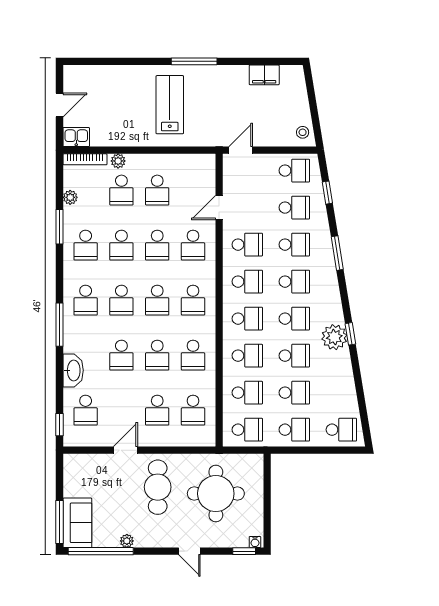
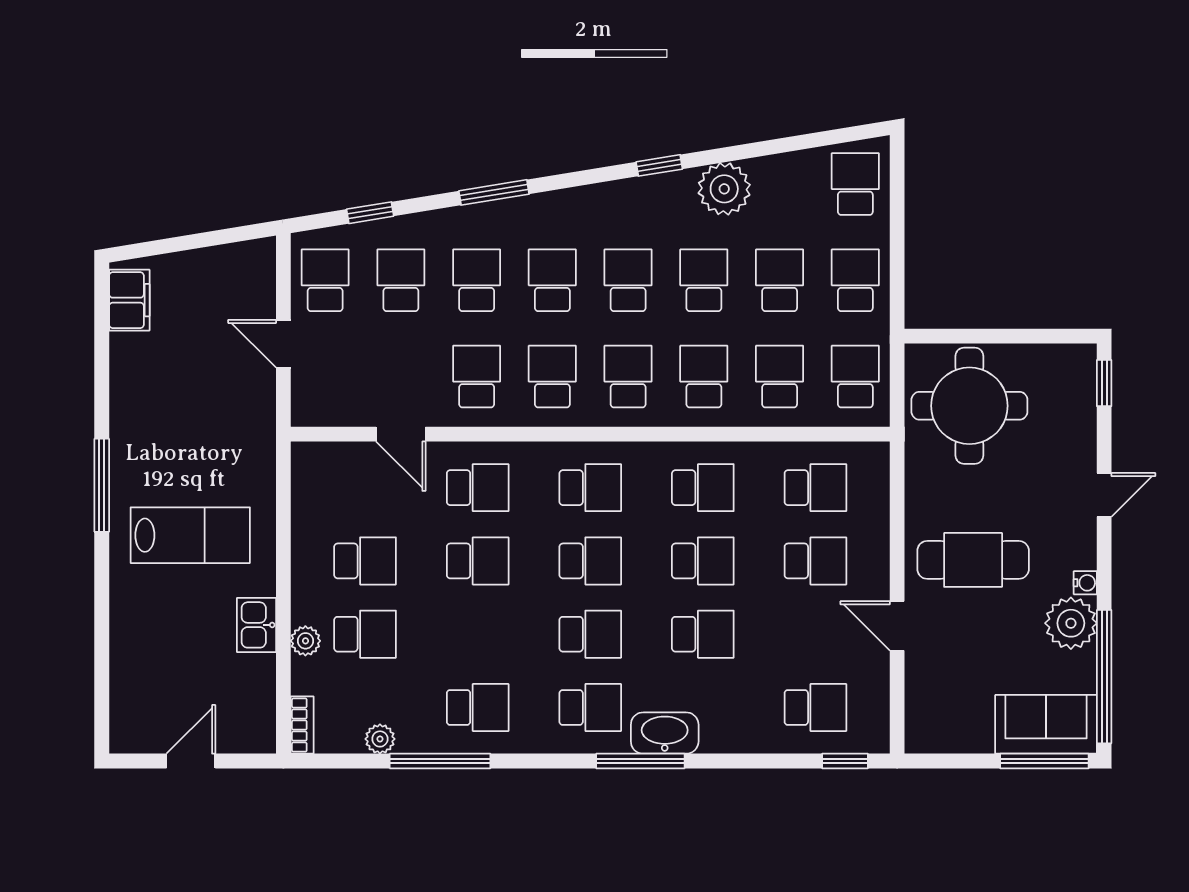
filing cabinet: (264, 75) -> (129, 300), moved
door: (59, 105) -> (191, 761), hinge flipped
lab bench: (170, 105) -> (190, 535), turned 180
stool: (303, 132) -> (247, 263), removed
kitchen sink: (76, 137) -> (256, 625), moved
door: (241, 150) -> (283, 344), moved
bookcase: (85, 159) -> (302, 725), width x0.64
window: (59, 227) -> (440, 761), width x1.44
school desk: (121, 245) -> (478, 634), removed
plant: (334, 337) -> (724, 189), moved
washbasin: (73, 370) -> (665, 733), moved
round table: (216, 494) -> (969, 406), moved
plant: (127, 541) -> (1071, 623), width x1.88, depth x1.88
water cooler: (255, 542) -> (1085, 583), moved

